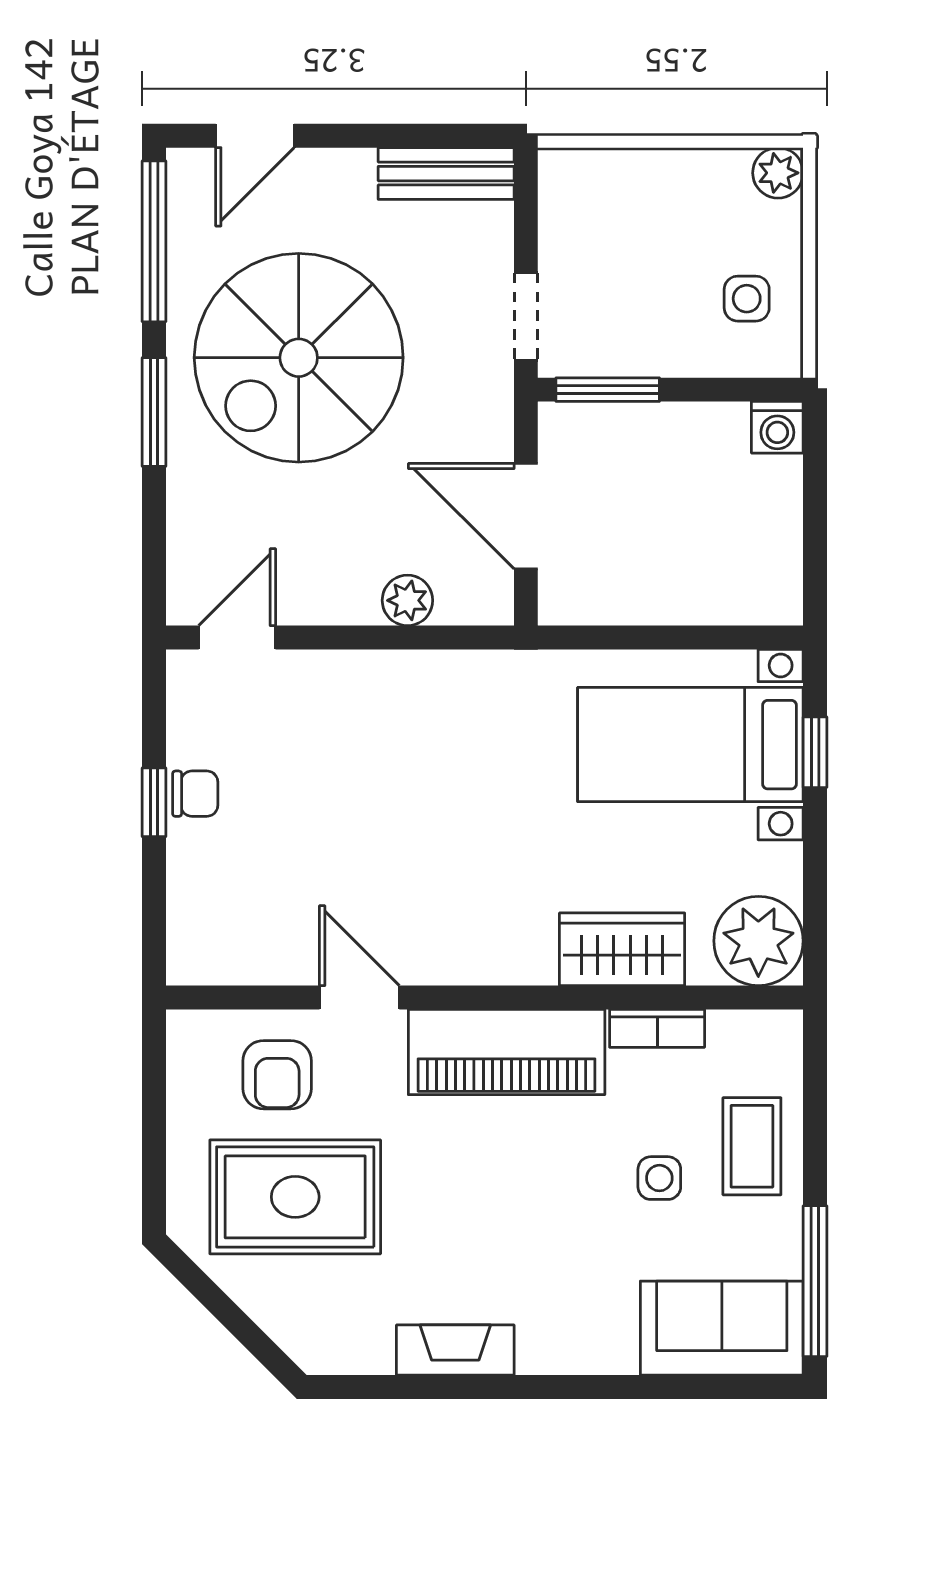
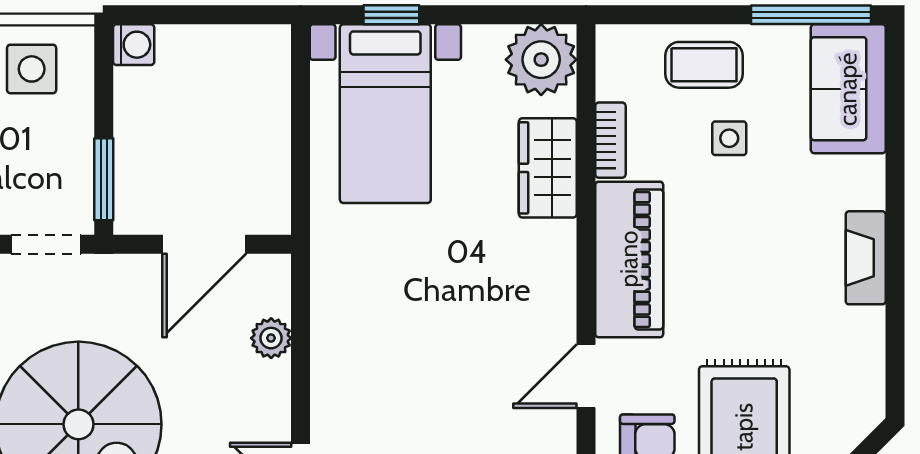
side table: (747, 299) -> (32, 69), width x1.37, depth x1.37
fireplace: (455, 1350) -> (866, 258), moved

